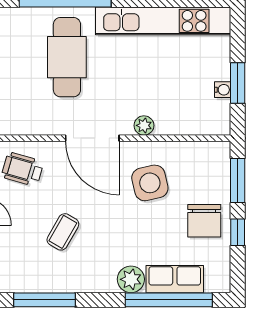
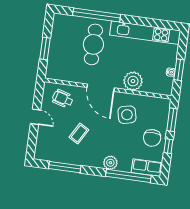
plant: (144, 125) -> (133, 81), width x1.87, depth x1.87
row of seats: (175, 279) -> (147, 168), moved

